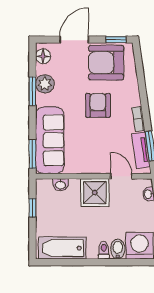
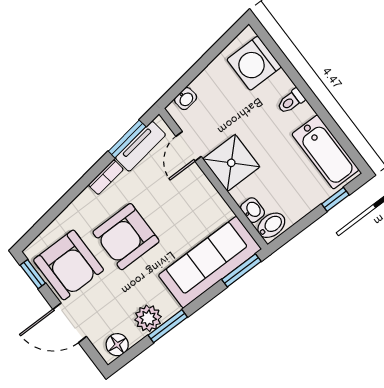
armchair: (98, 105) -> (126, 237), width x1.36, depth x1.36
window: (32, 208) -> (335, 199), moved
bidet: (118, 249) -> (271, 225), moved, turned 180

